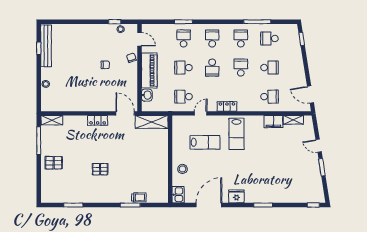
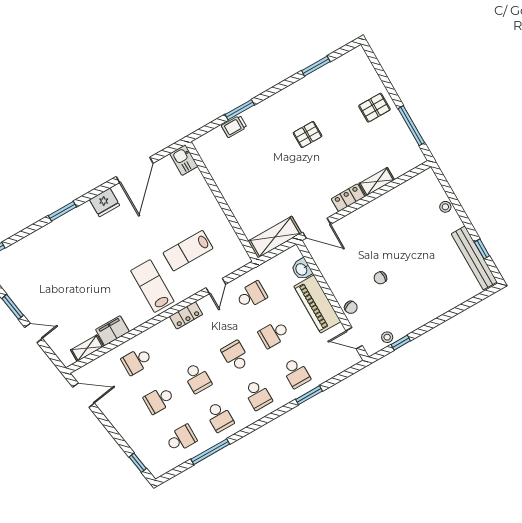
school desk: (184, 68) -> (274, 334), turned 180
shelving: (52, 120) -> (377, 182), moved
stool: (183, 169) -> (198, 198), removed

